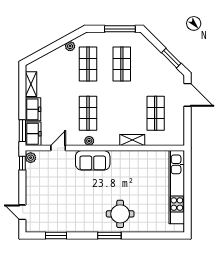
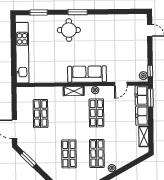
shelving: (132, 140) -> (74, 91), moved
sofa: (93, 160) -> (87, 74), width x1.36
window: (56, 235) -> (39, 13), moved

